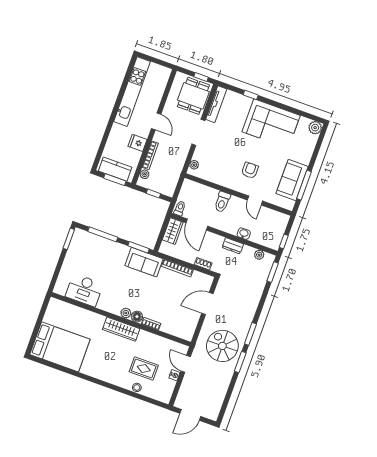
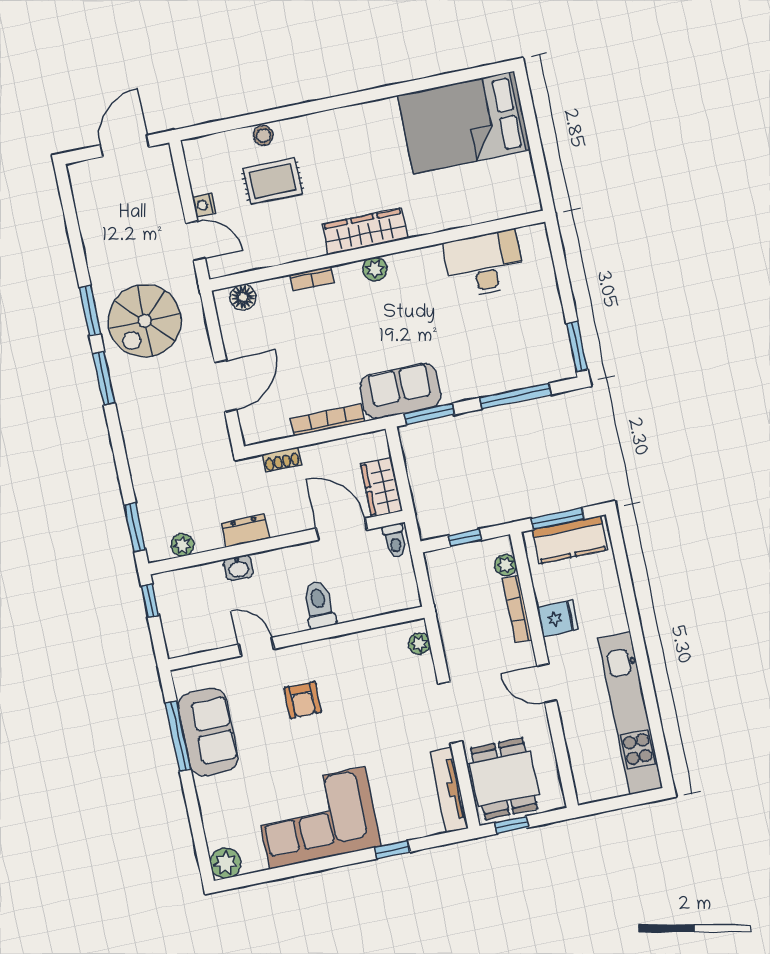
floor lamp: (137, 317) -> (243, 297), moved
spiral stairs: (222, 346) -> (145, 321), turned 90

